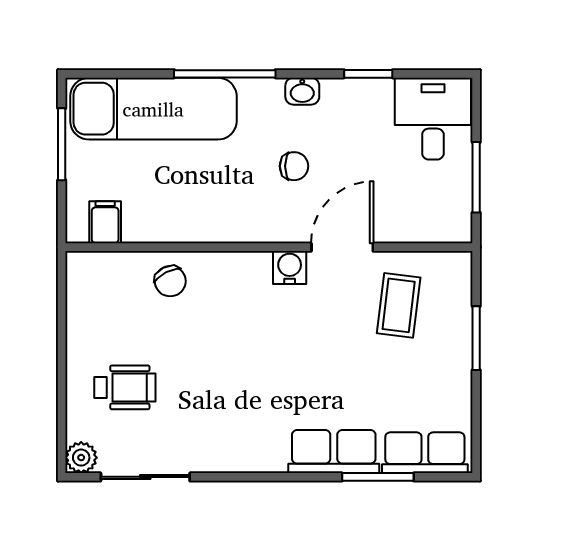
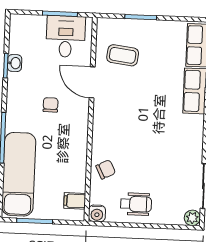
washbasin: (302, 91) -> (15, 63), moved
desk: (433, 119) -> (66, 36), moved, turned 90
water cooler: (290, 267) -> (97, 213), moved, turned -90
wheelchair: (125, 387) -> (136, 204), moved, turned 90

